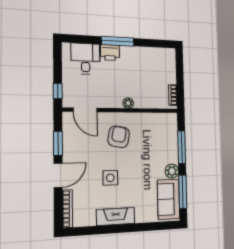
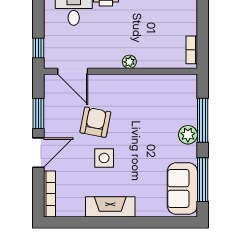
armchair: (119, 137) -> (95, 122), moved
plant: (172, 171) -> (188, 135), moved

